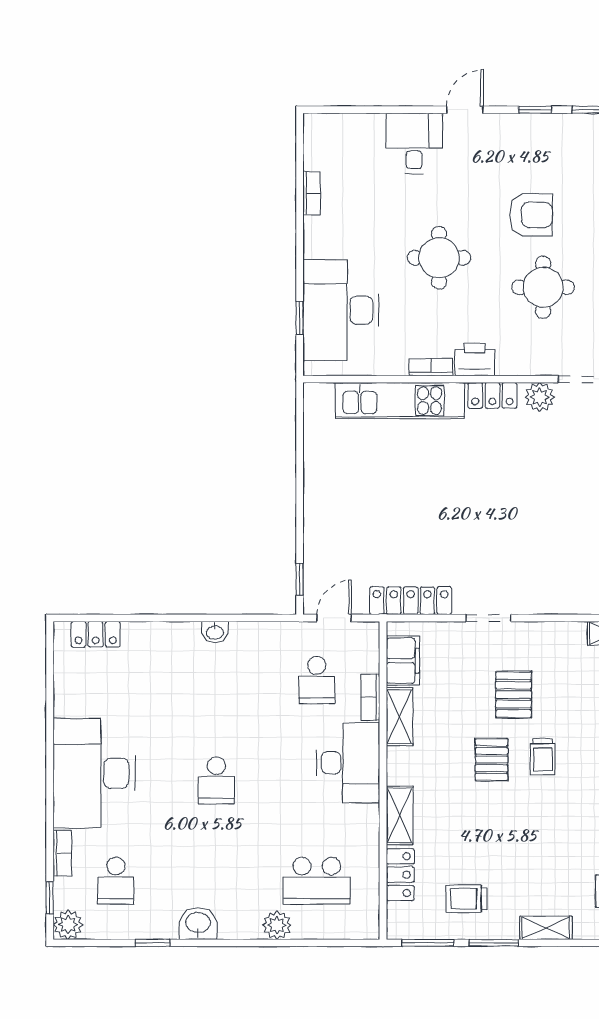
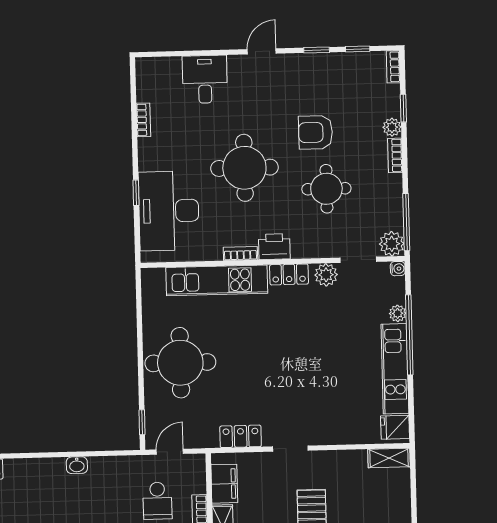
desk: (414, 143) -> (205, 79), moved
armchair: (531, 215) -> (315, 132), turned 180
round table: (439, 258) -> (244, 168), width x1.36, depth x1.36
window: (300, 318) -> (136, 193), moved
round table: (351, 505) -> (180, 363), added
locker: (411, 601) -> (241, 436), width x0.66

